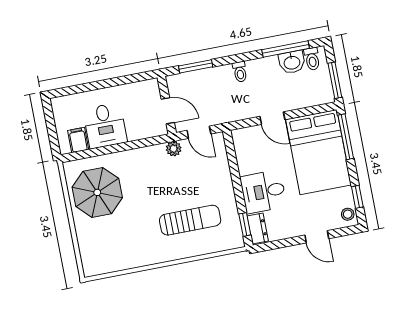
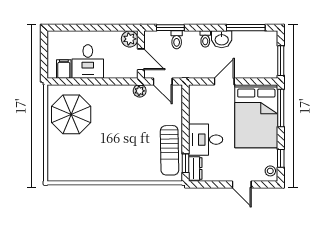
toilet: (312, 59) -> (177, 40), moved
washbasin: (292, 62) -> (222, 39), moved
plant: (150, 89) -> (130, 39), added
door: (272, 118) -> (224, 81), swing flipped
sun lounger: (190, 220) -> (170, 150), moved, turned 89

